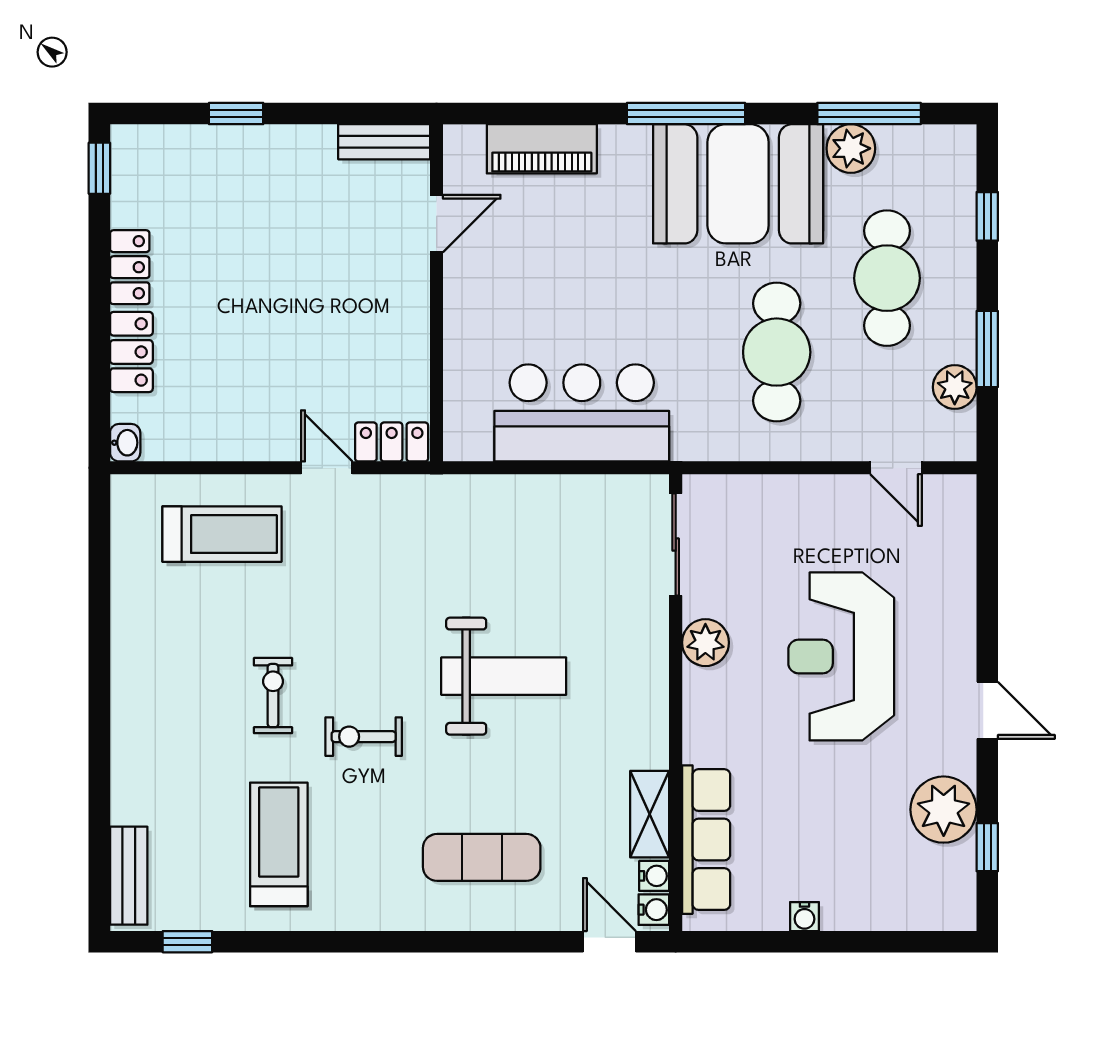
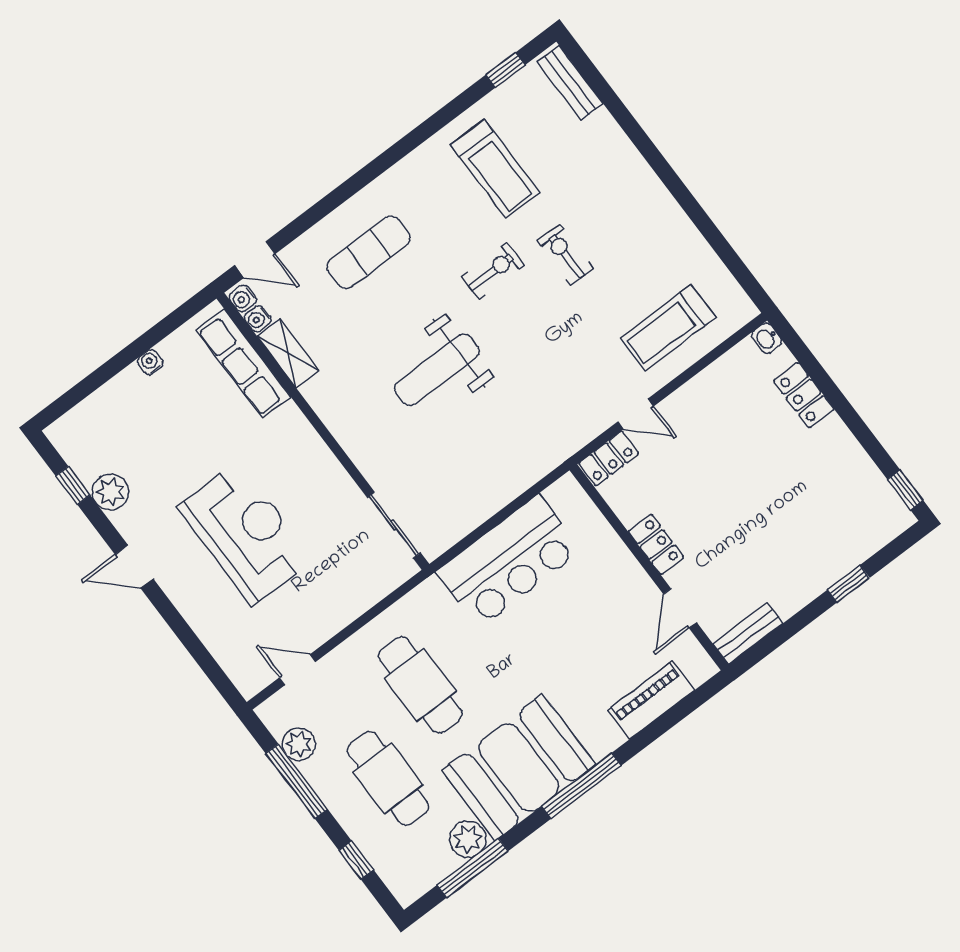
locker: (130, 267) -> (656, 544), moved, turned 180
window: (987, 349) -> (297, 781), width x1.44
plant: (705, 643) -> (332, 480), removed
exercise bike: (273, 696) -> (565, 255), turned 180
plant: (944, 810) -> (110, 492), width x0.73, depth x0.73

